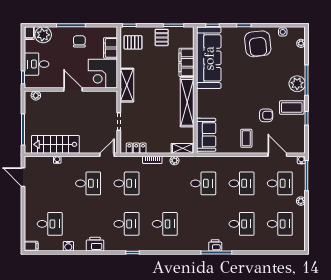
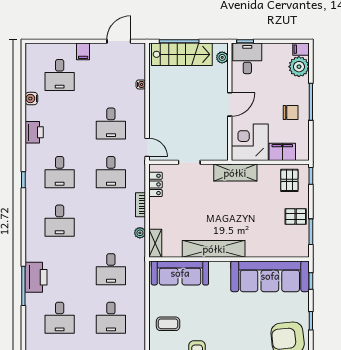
filing cabinet: (186, 62) -> (264, 248), removed
desk: (37, 64) -> (247, 58), moved
sofa: (206, 135) -> (180, 273), width x1.36
stairs: (55, 144) -> (182, 54), moved, turned 90
printer: (215, 245) -> (36, 277), width x1.87, depth x1.48
filing cabinet: (31, 246) -> (83, 51), moved

